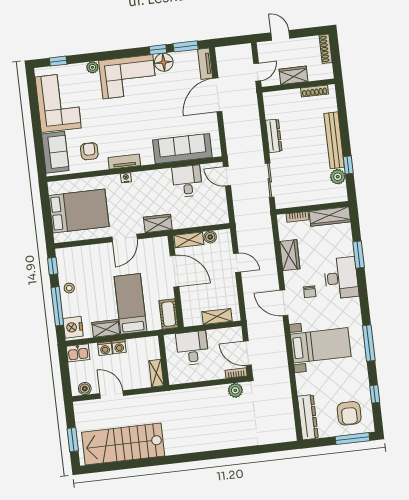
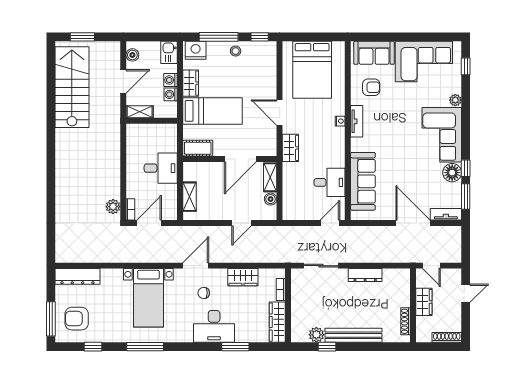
wall: (164, 360) -> (152, 121), moved
shelving: (156, 373) -> (140, 112), moved

